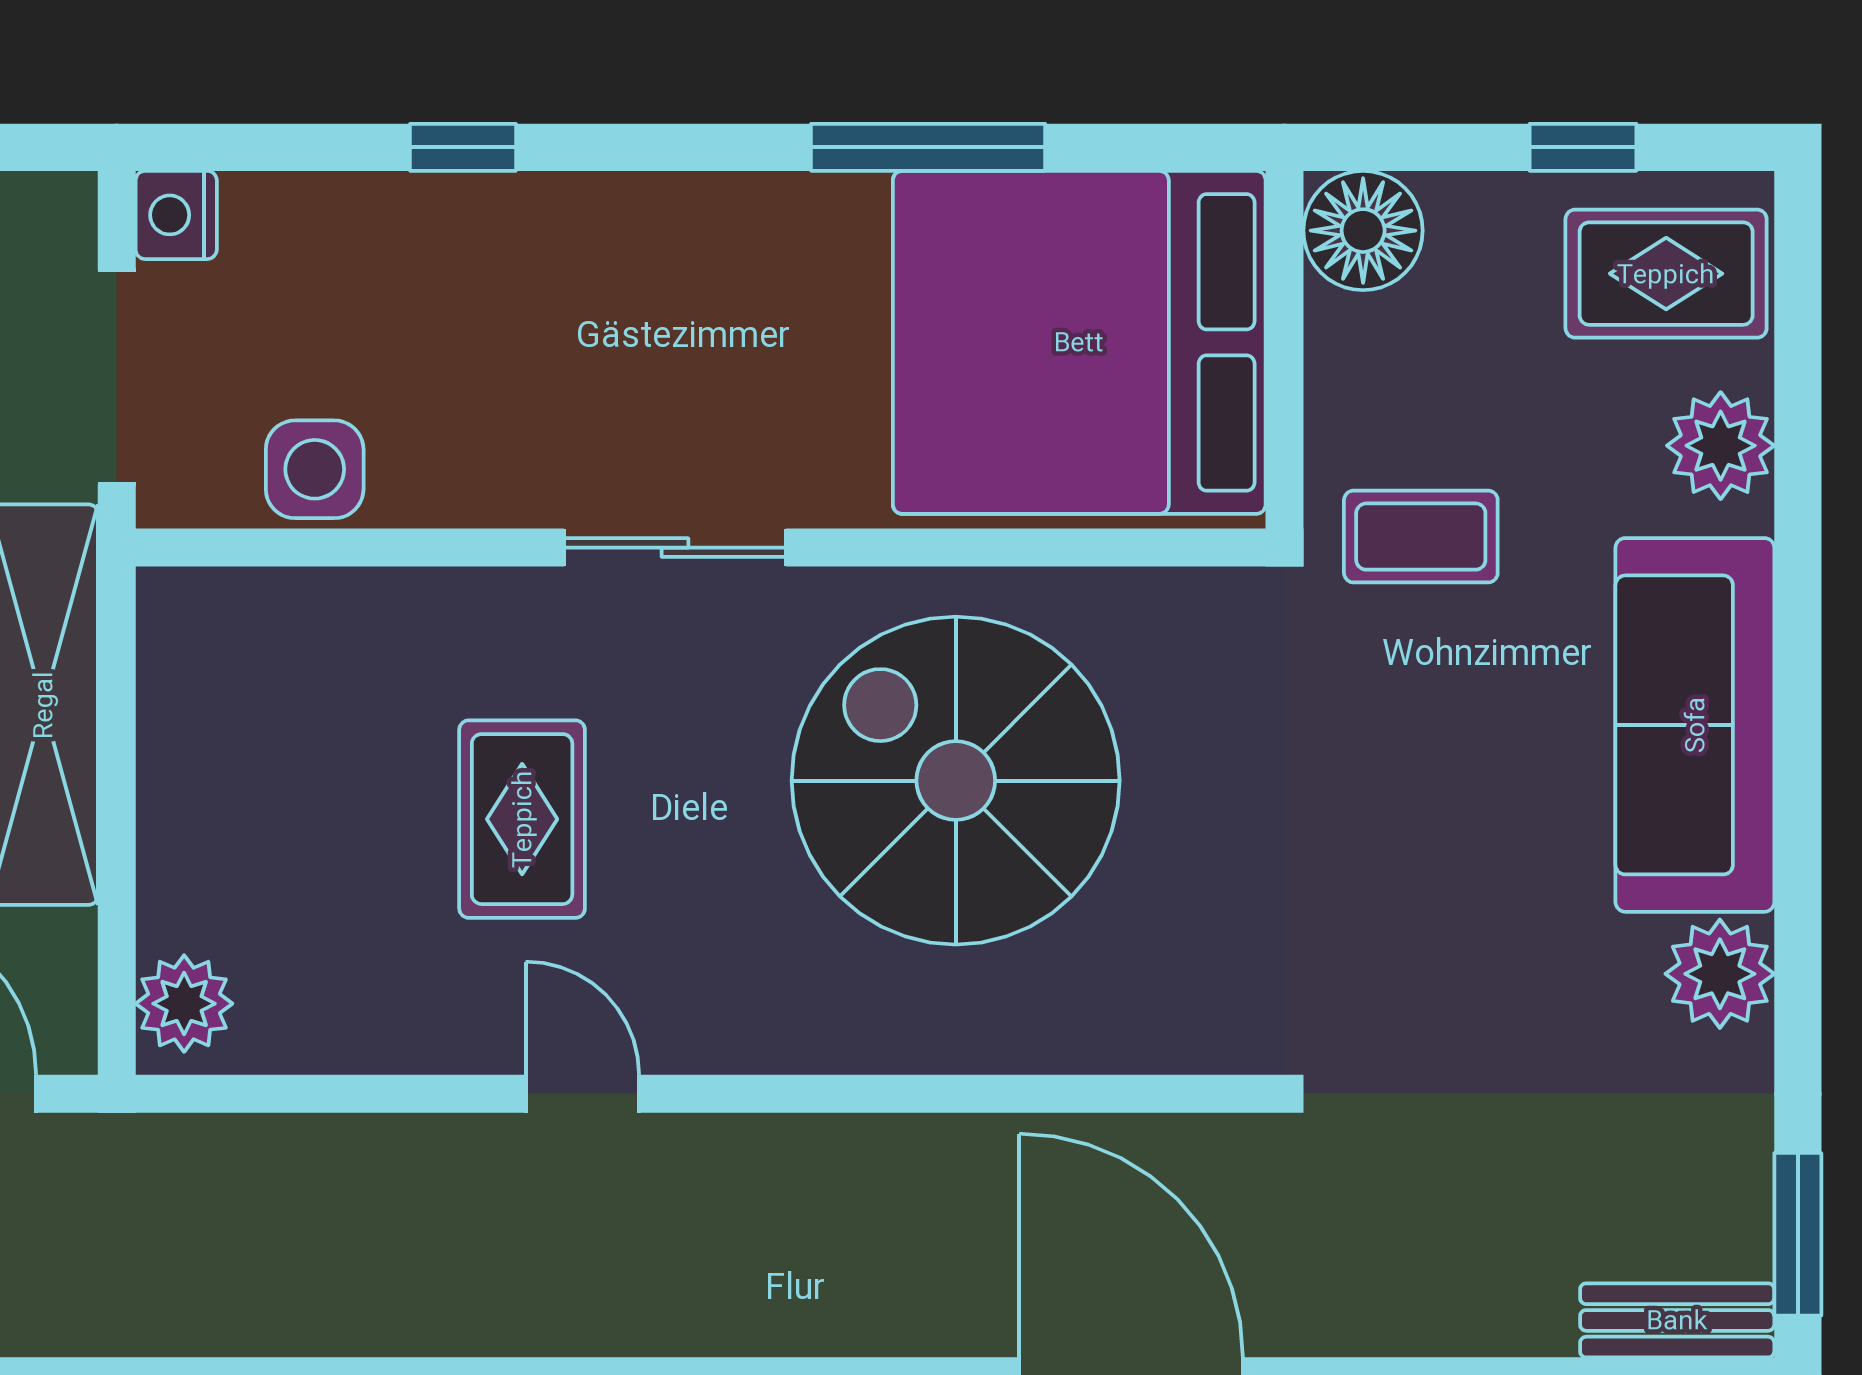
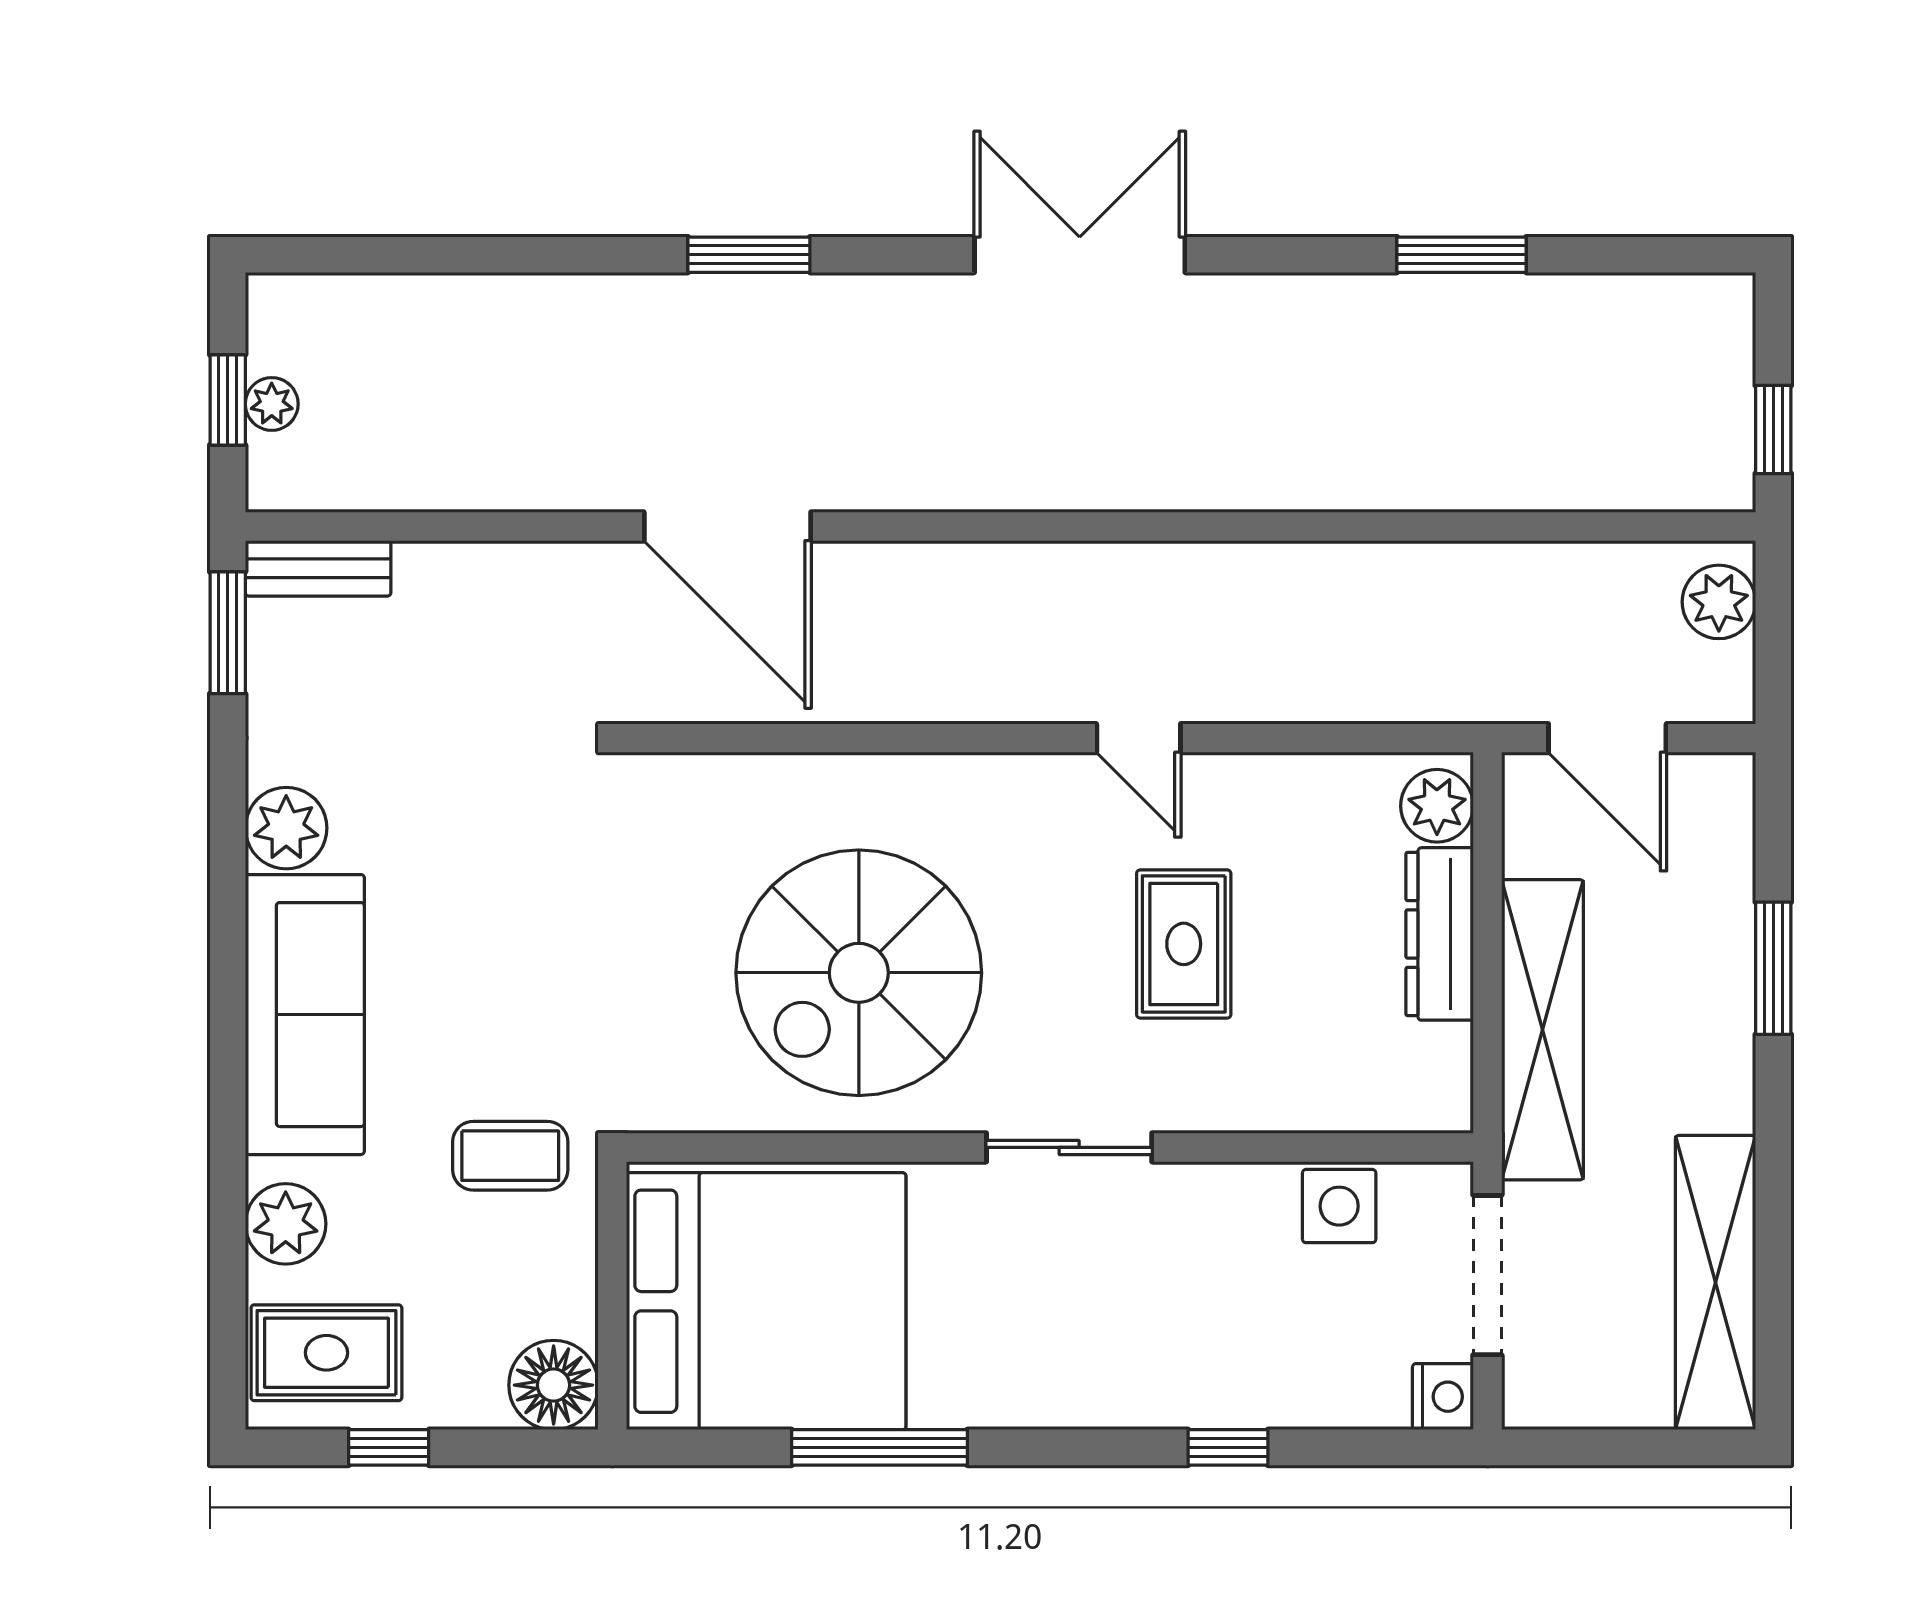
spiral stairs: (956, 781) -> (859, 973), turned 90
dresser: (181, 832) -> (1440, 934), added

